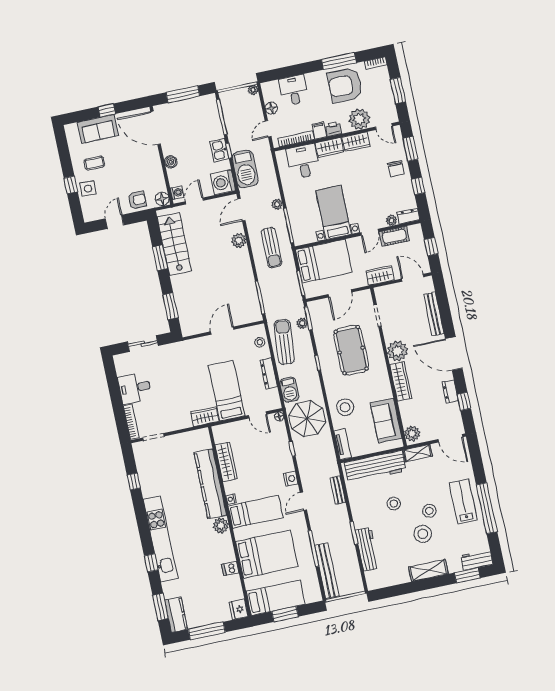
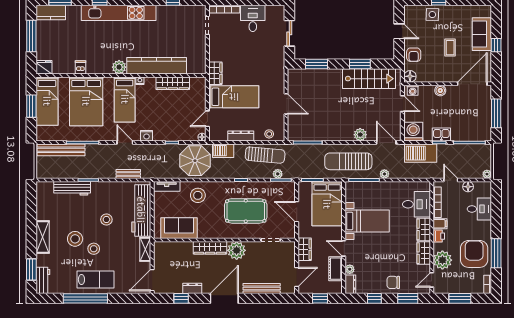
coffee table: (94, 163) -> (450, 48), moved
sun lounger: (271, 248) -> (348, 161), width x1.36, depth x1.34
plant: (412, 434) -> (163, 248), removed

